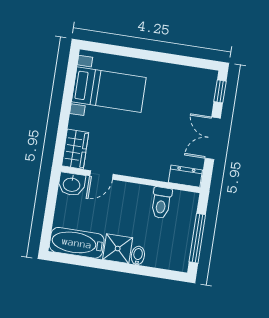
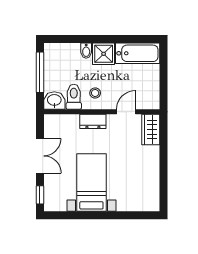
bed with nightstands: (109, 90) -> (91, 183), moved, turned 90
dresser: (185, 176) -> (93, 121), moved
washbasin: (72, 184) -> (54, 100), moved
stool: (135, 203) -> (95, 93), added

